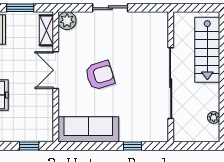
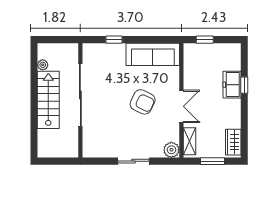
stairs: (207, 50) -> (48, 100), moved
armchair: (100, 75) -> (143, 102), turned -137

